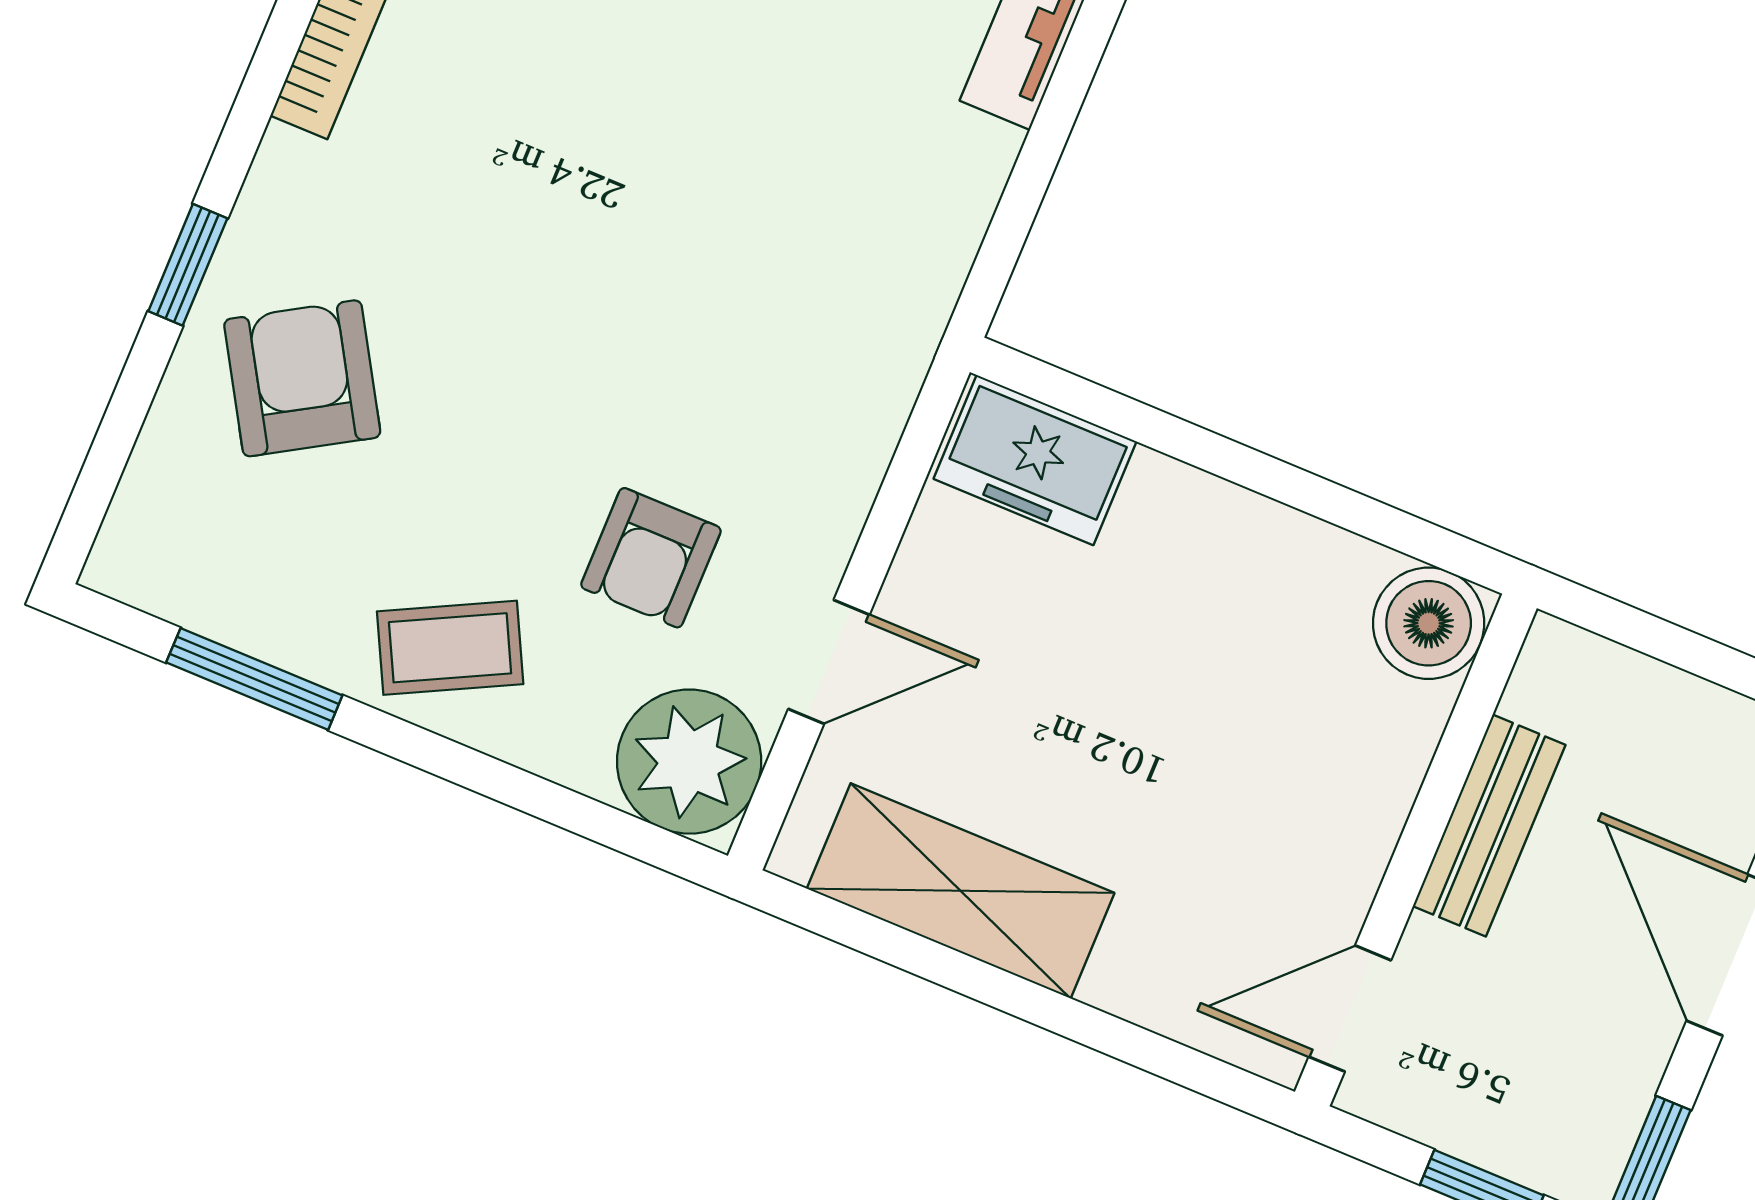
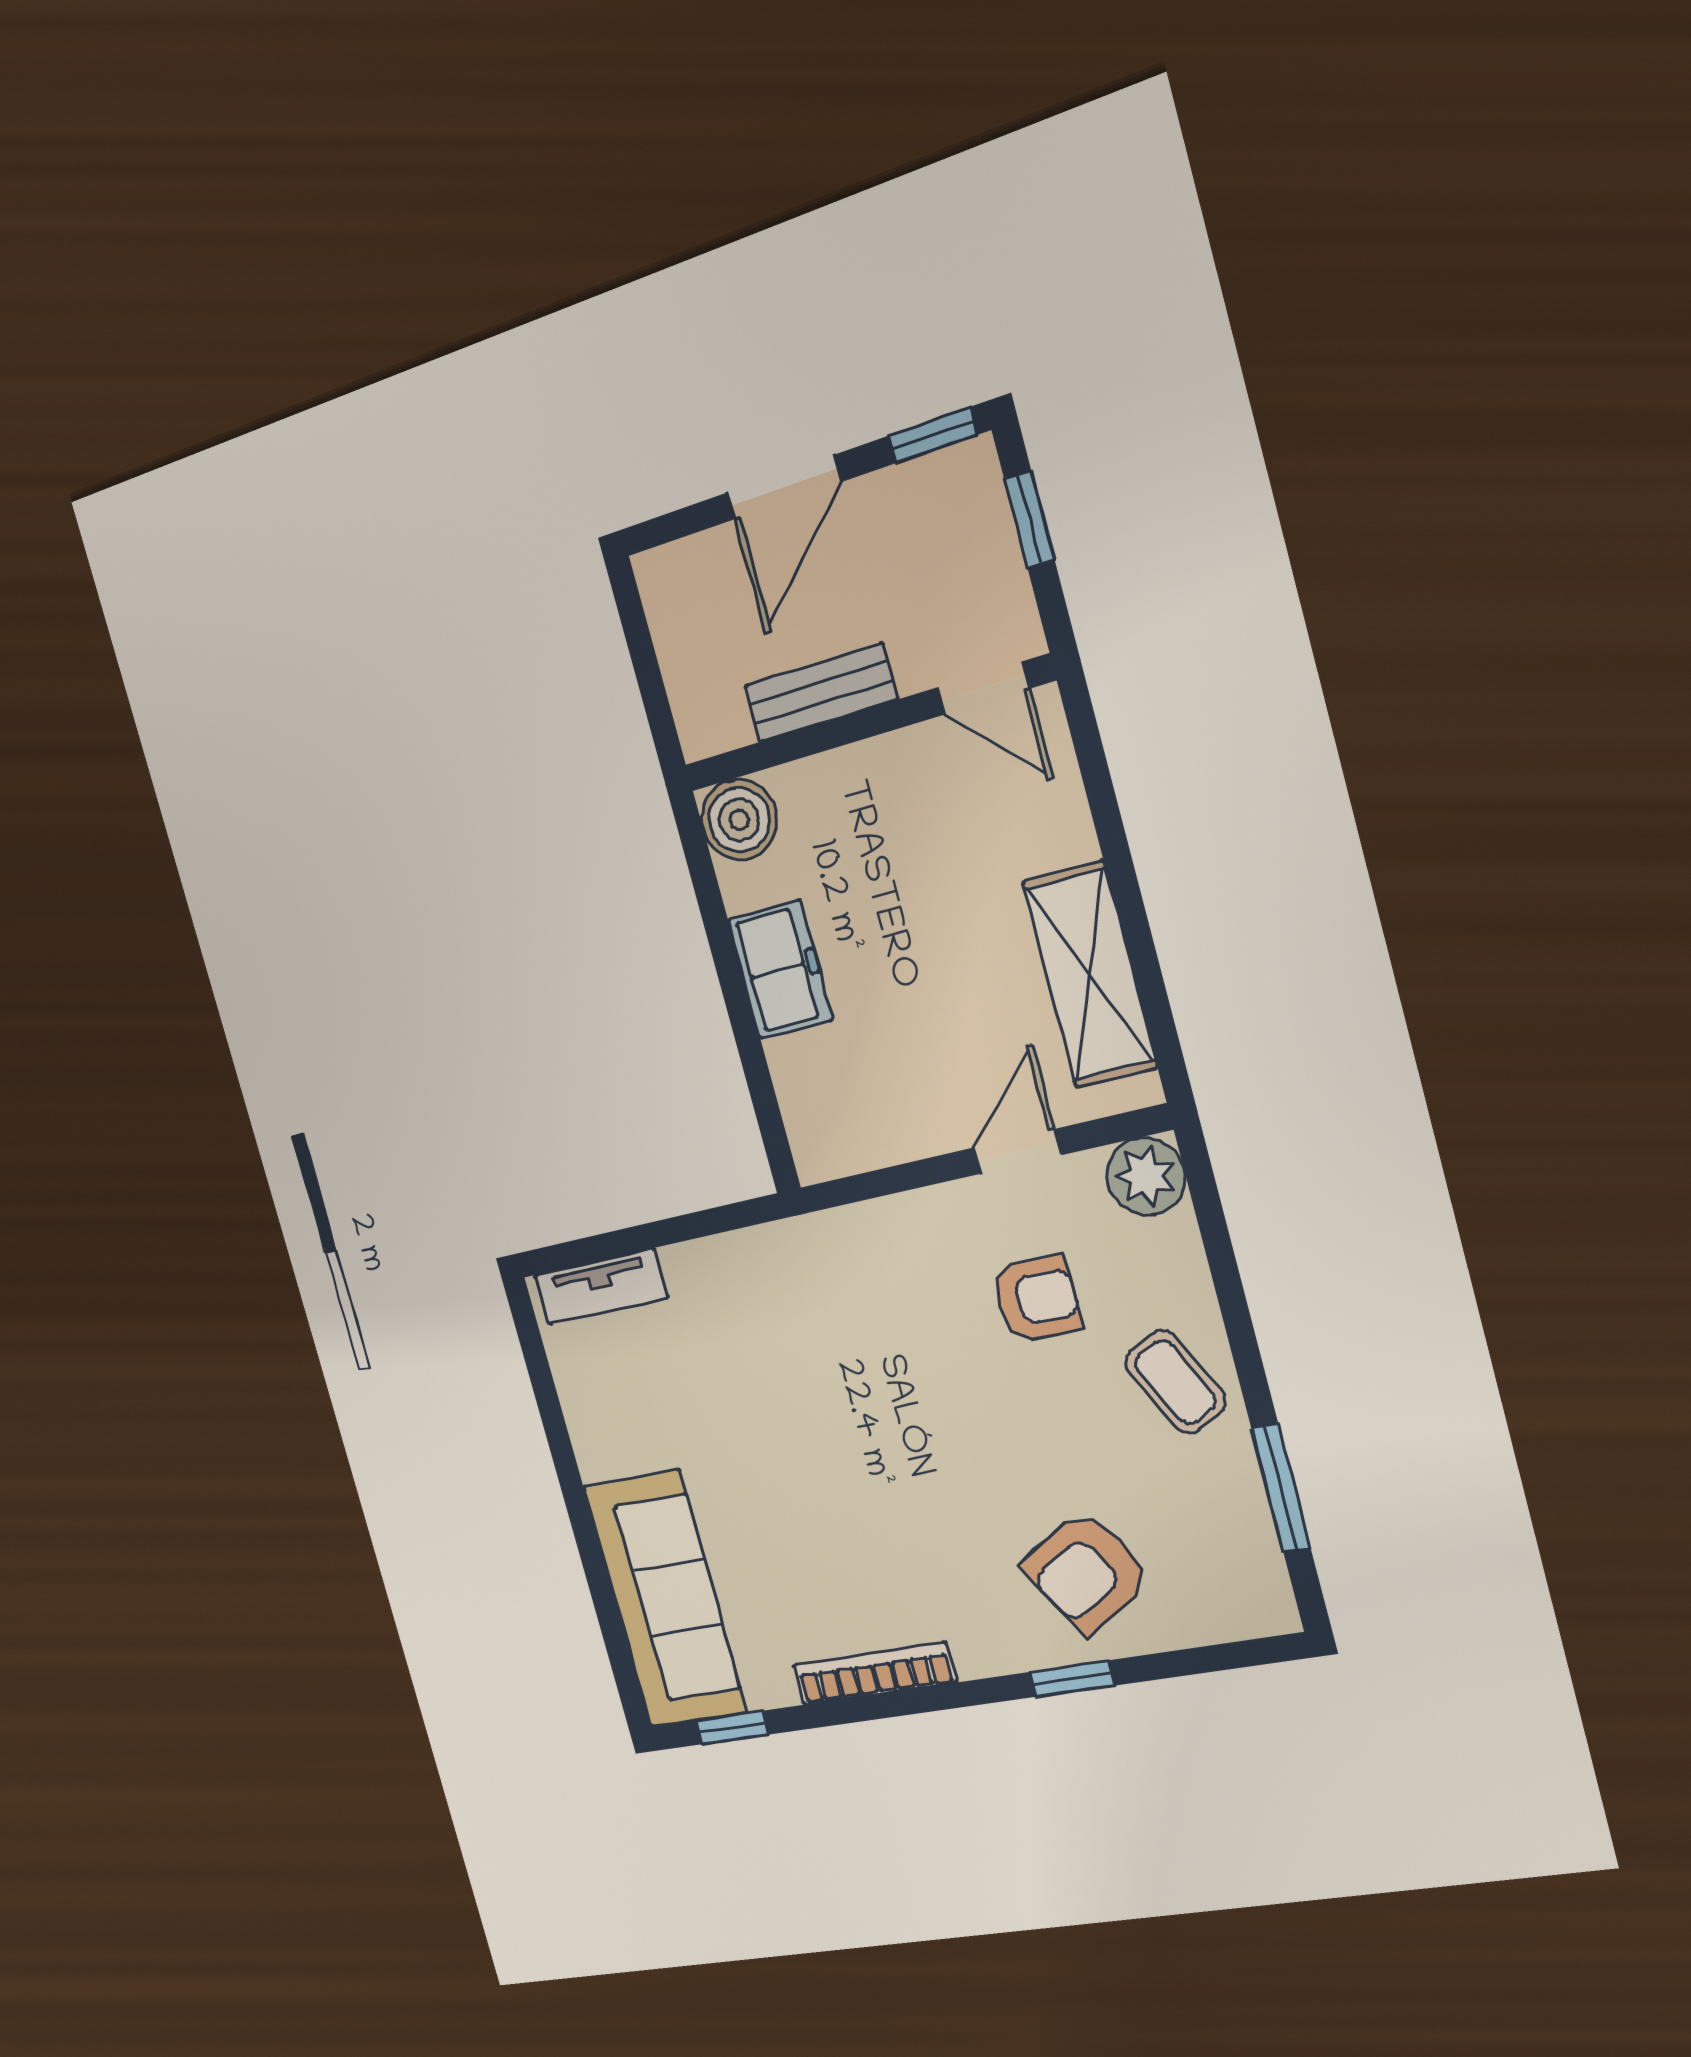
freezer: (1035, 460) -> (780, 969), moved
door: (829, 662) -> (1017, 1151), hinge flipped
plant: (689, 762) -> (1146, 1176), width x0.73, depth x0.73

